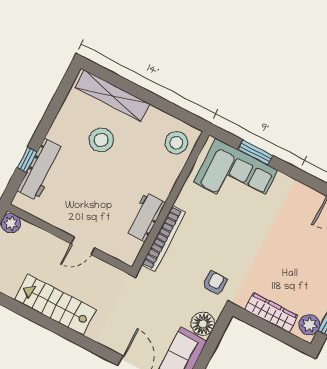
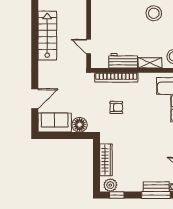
shelving: (168, 181) -> (150, 63), added
door: (83, 246) -> (89, 47), moved
armchair: (215, 283) -> (116, 107), moved

